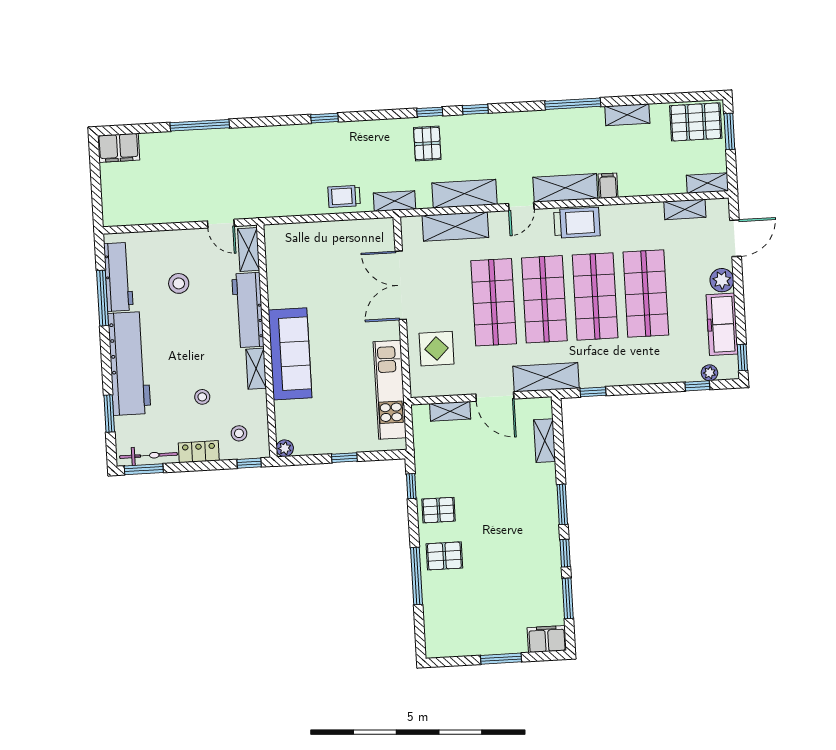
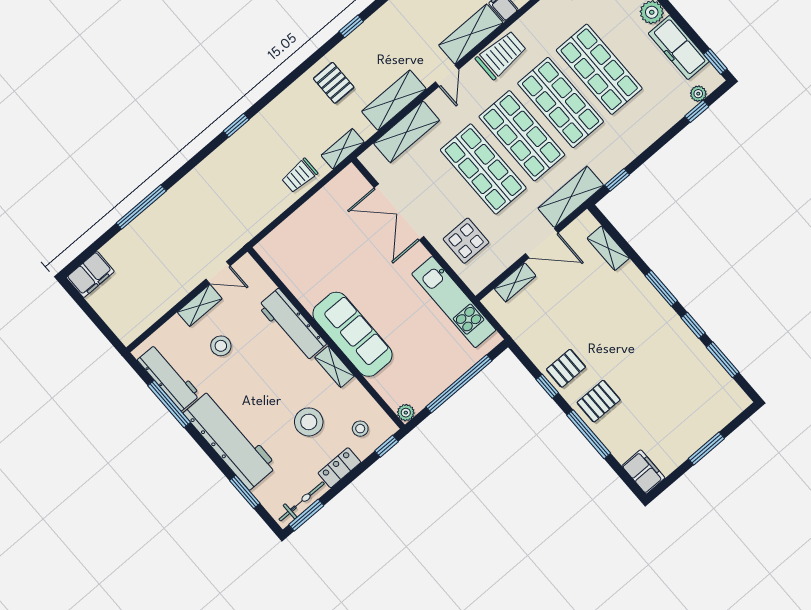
window: (430, 112) -> (316, 56), removed
shelving: (249, 250) -> (200, 305), moved, turned 90
stool: (202, 397) -> (309, 422), width x1.89, depth x1.89
window: (344, 458) -> (459, 384), width x3.17
window: (411, 486) -> (547, 386), moved
filing cabinet: (547, 639) -> (643, 472), moved, turned 90

